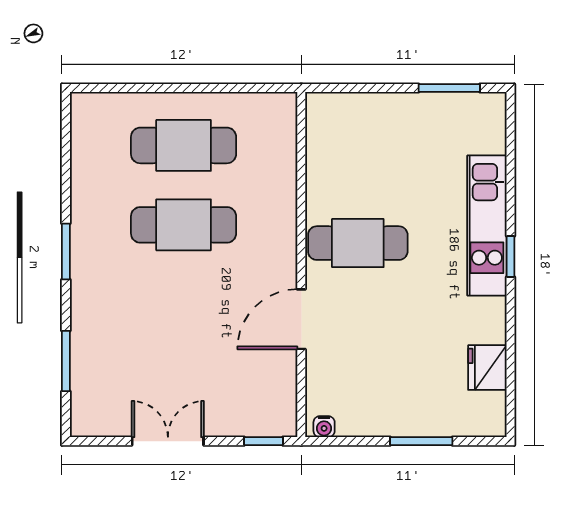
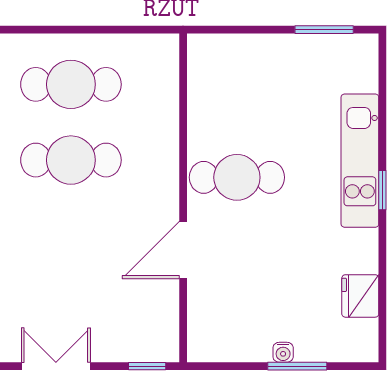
water cooler: (324, 427) -> (283, 352), moved

